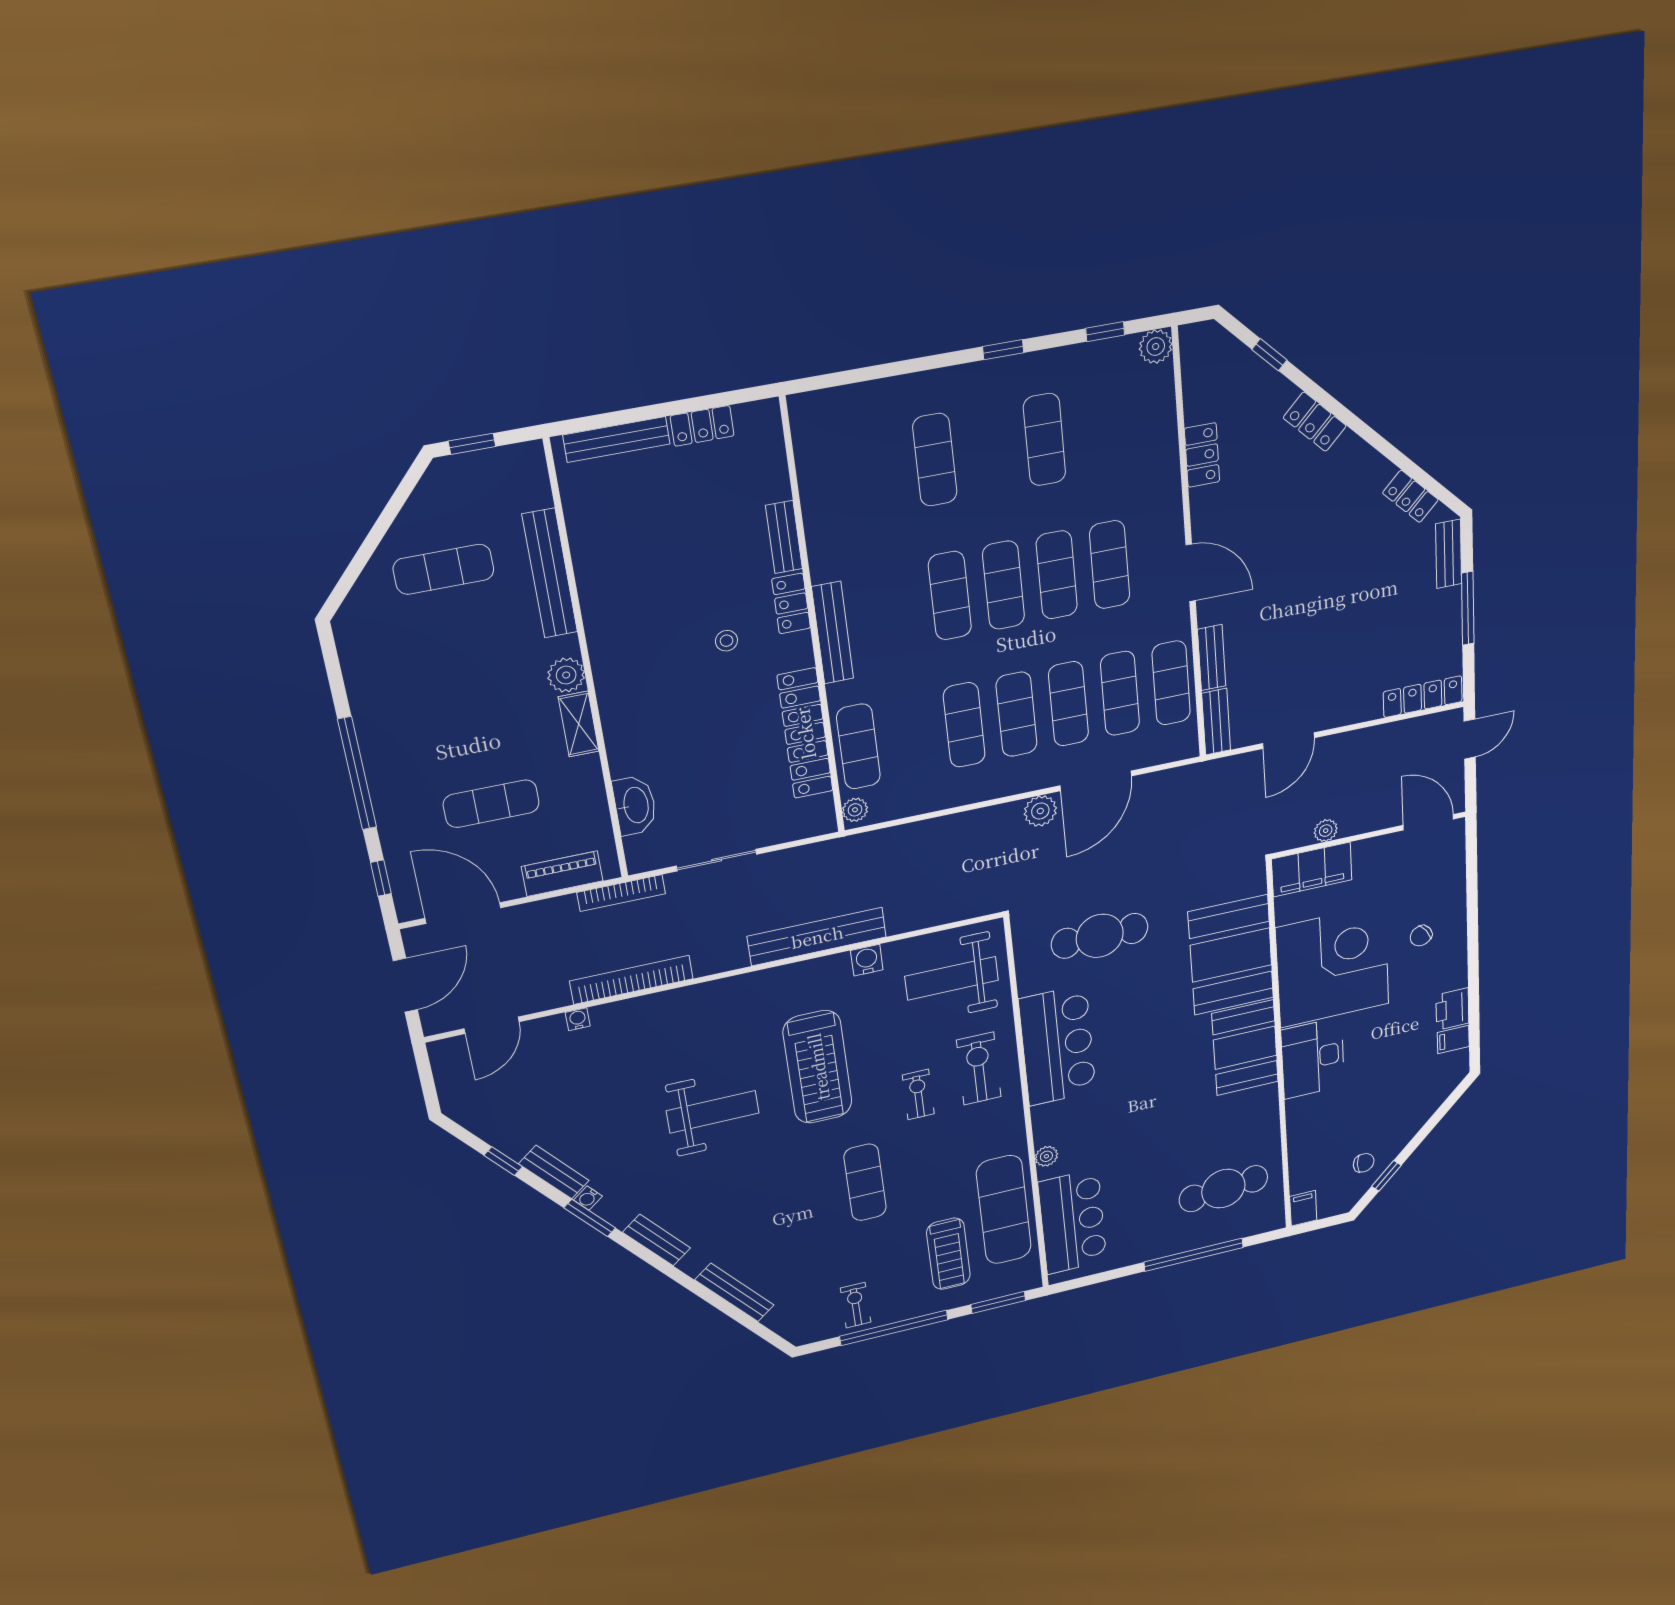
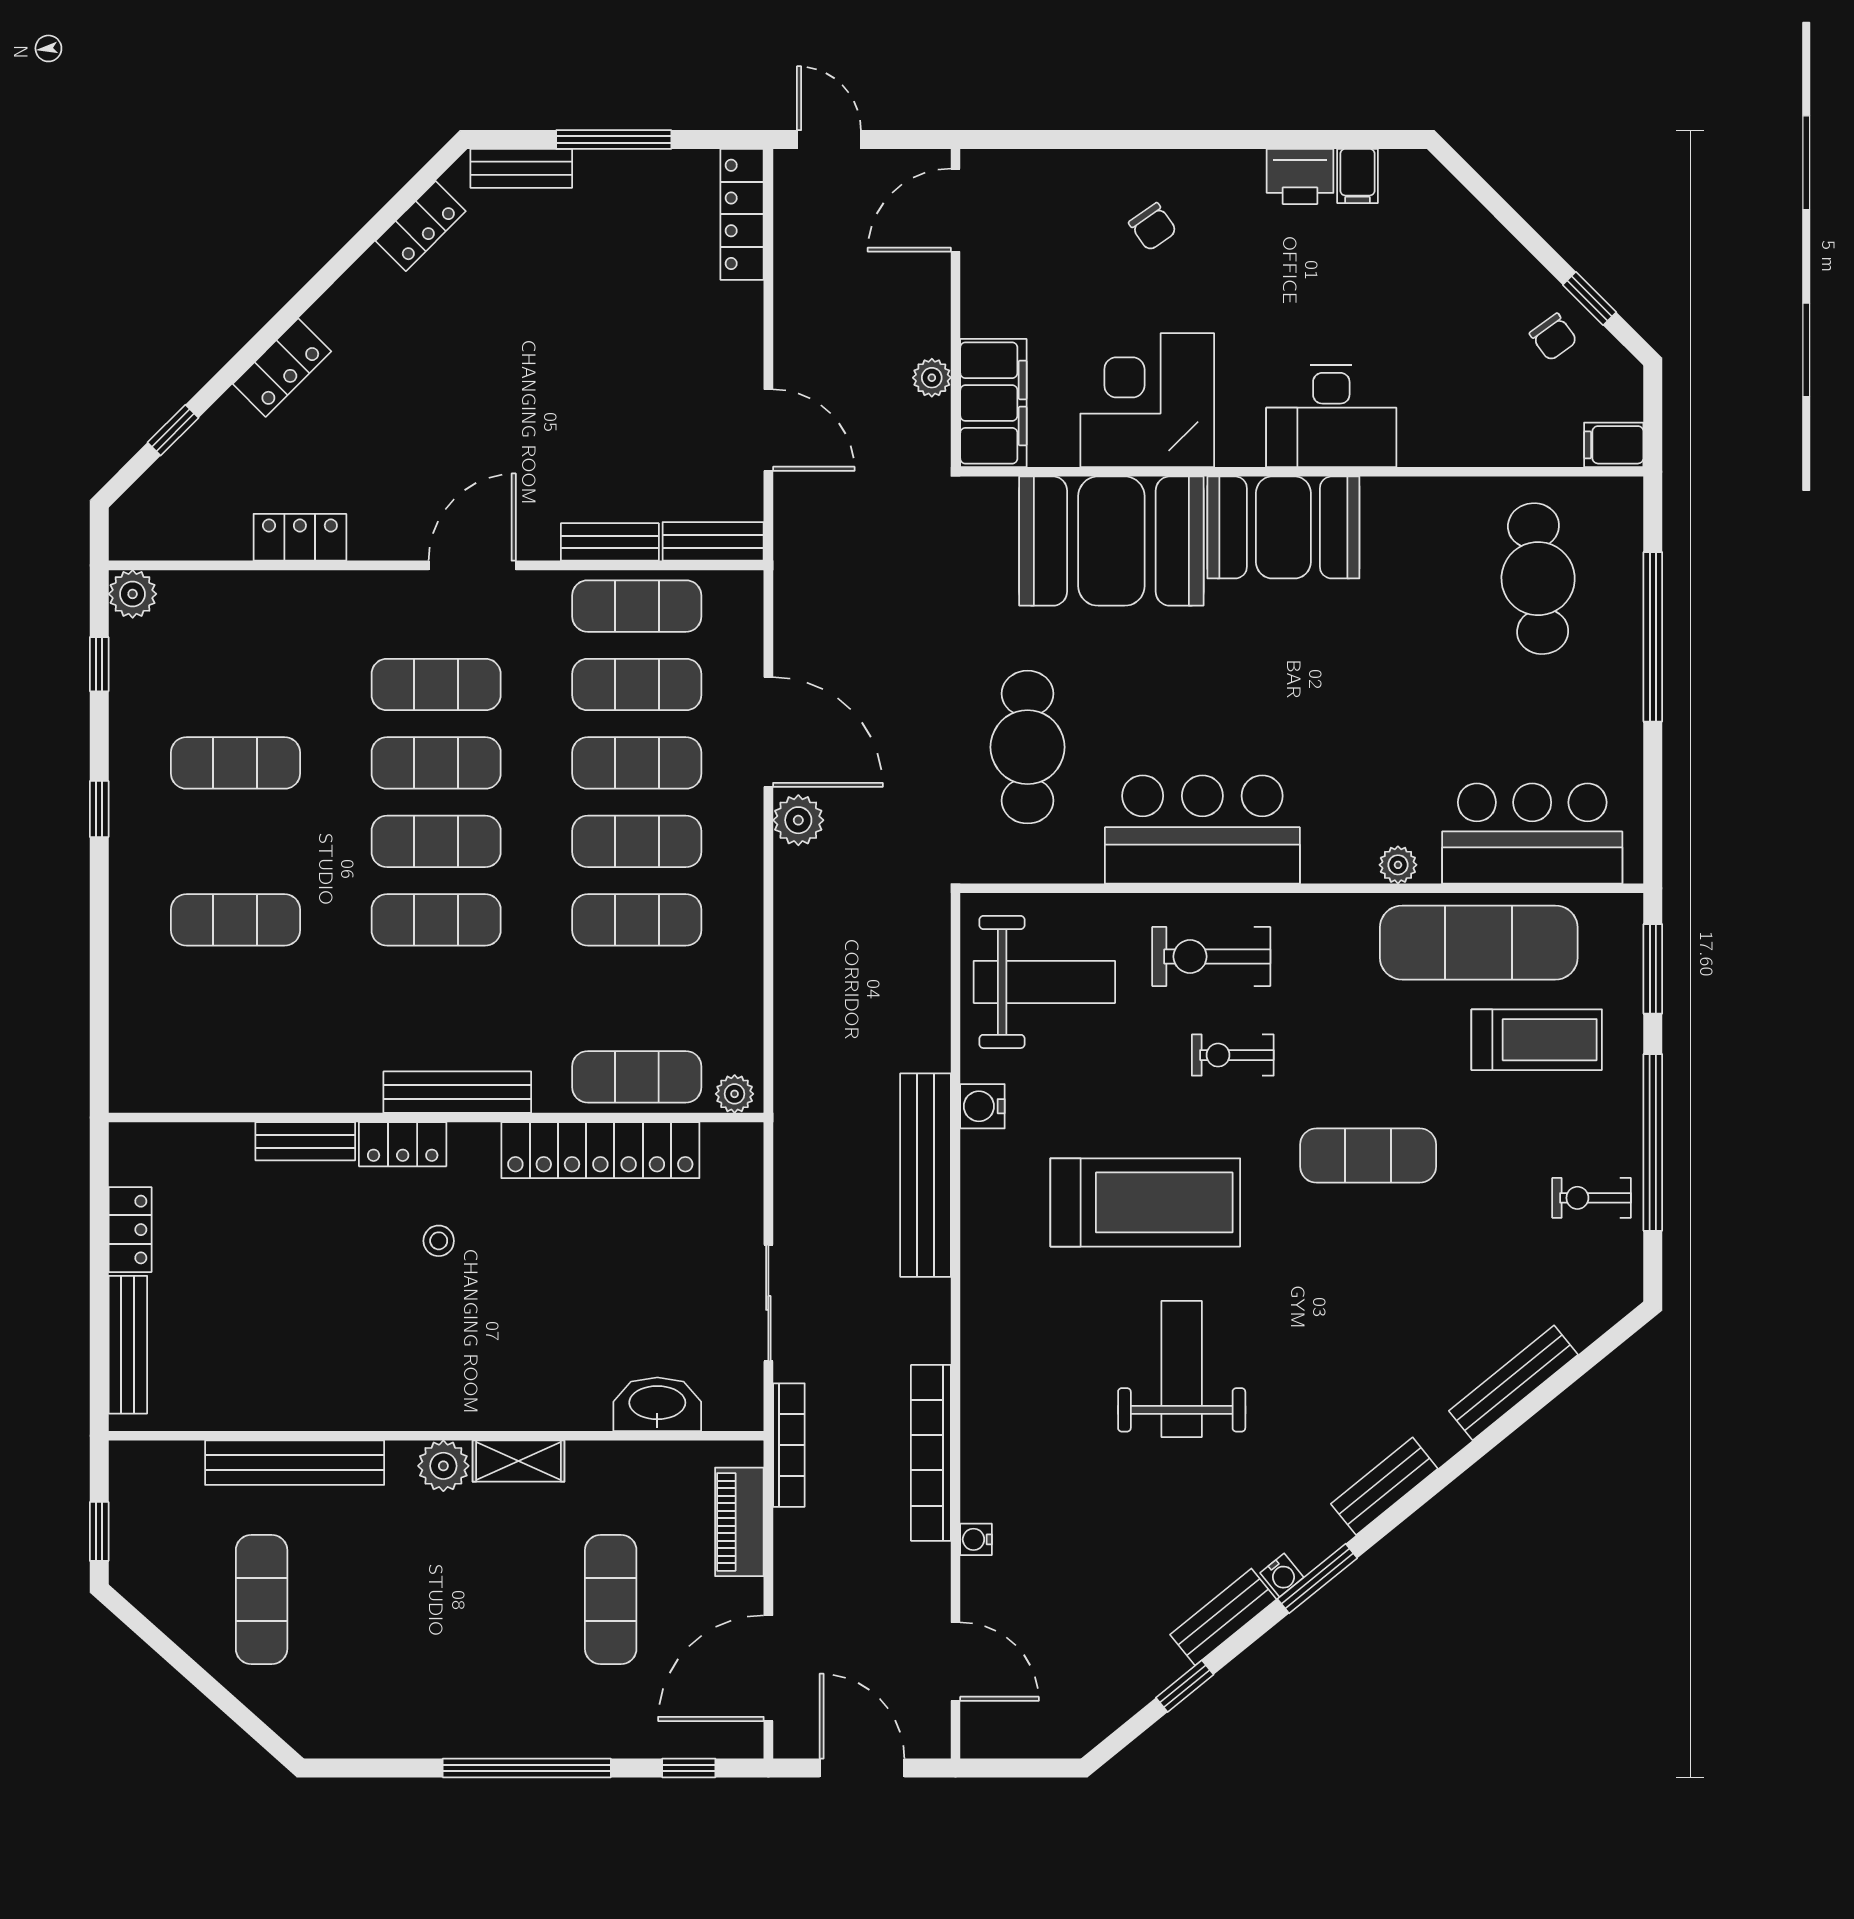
corner desk: (1333, 966) -> (1147, 400), width x0.74, depth x0.74
weight bench: (952, 978) -> (1044, 982), turned -90
chair: (1364, 1163) -> (1553, 337), turned 144

